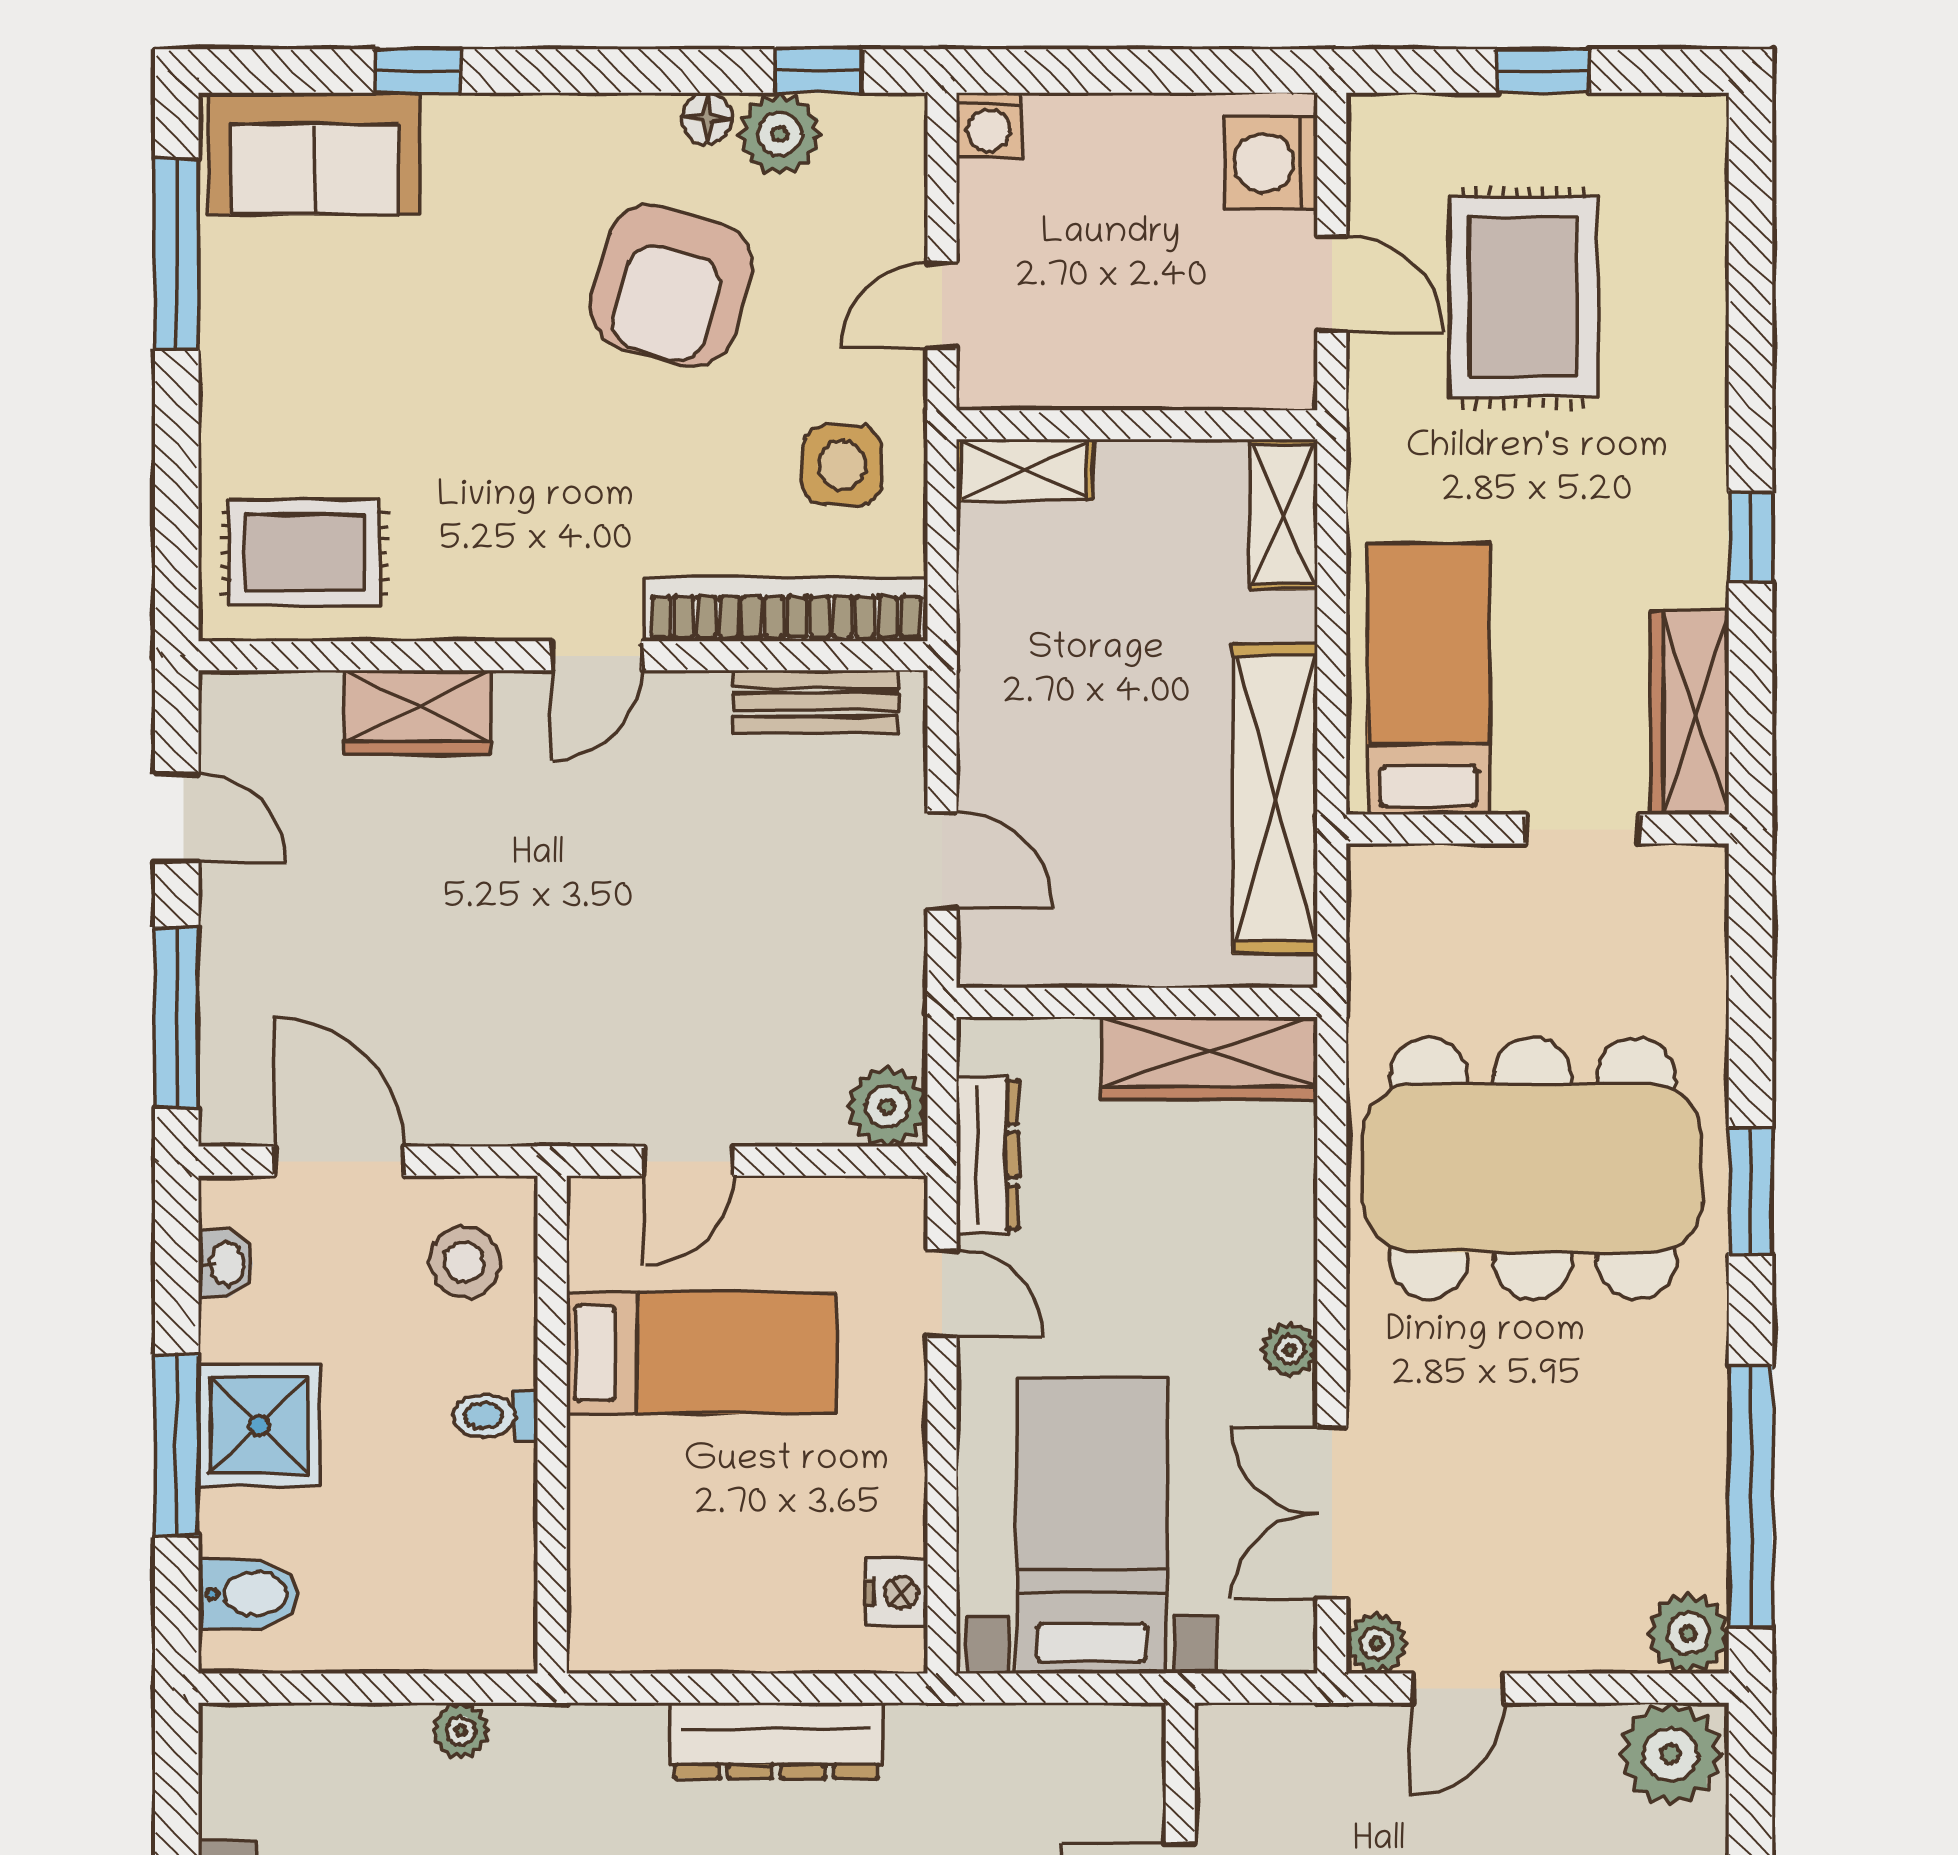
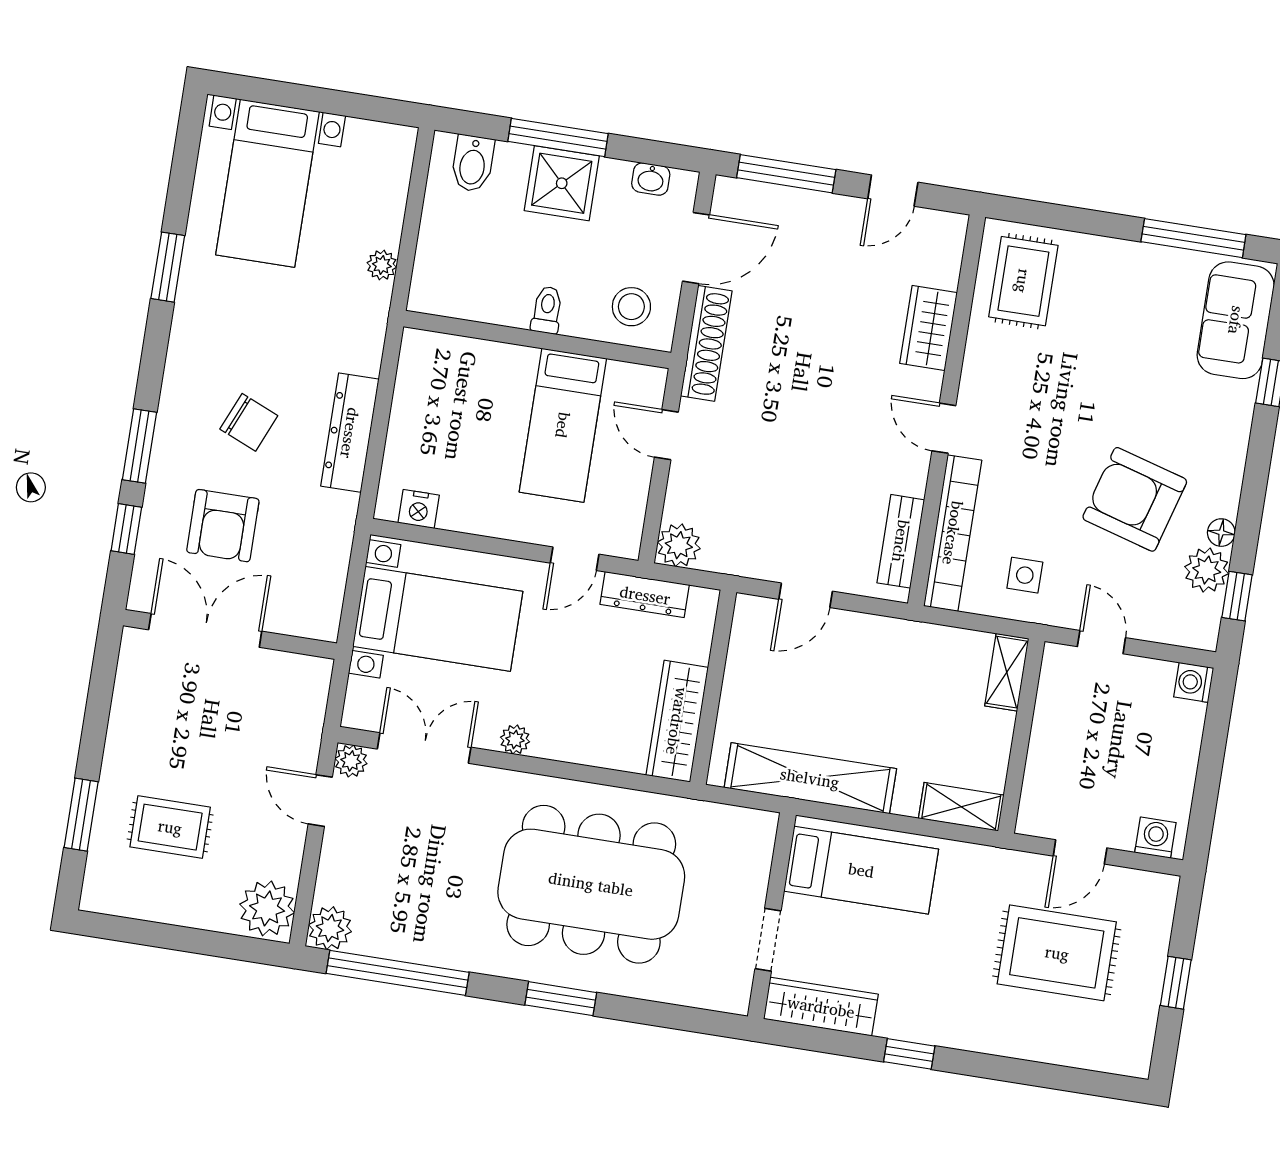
washing machine: (1271, 163) -> (1155, 838), width x0.73, depth x0.73
side table: (842, 465) -> (1025, 575), width x0.73, depth x0.73
shoe rack: (510, 1115) -> (706, 343), added
dining table: (1532, 1168) -> (591, 884), turned 90

